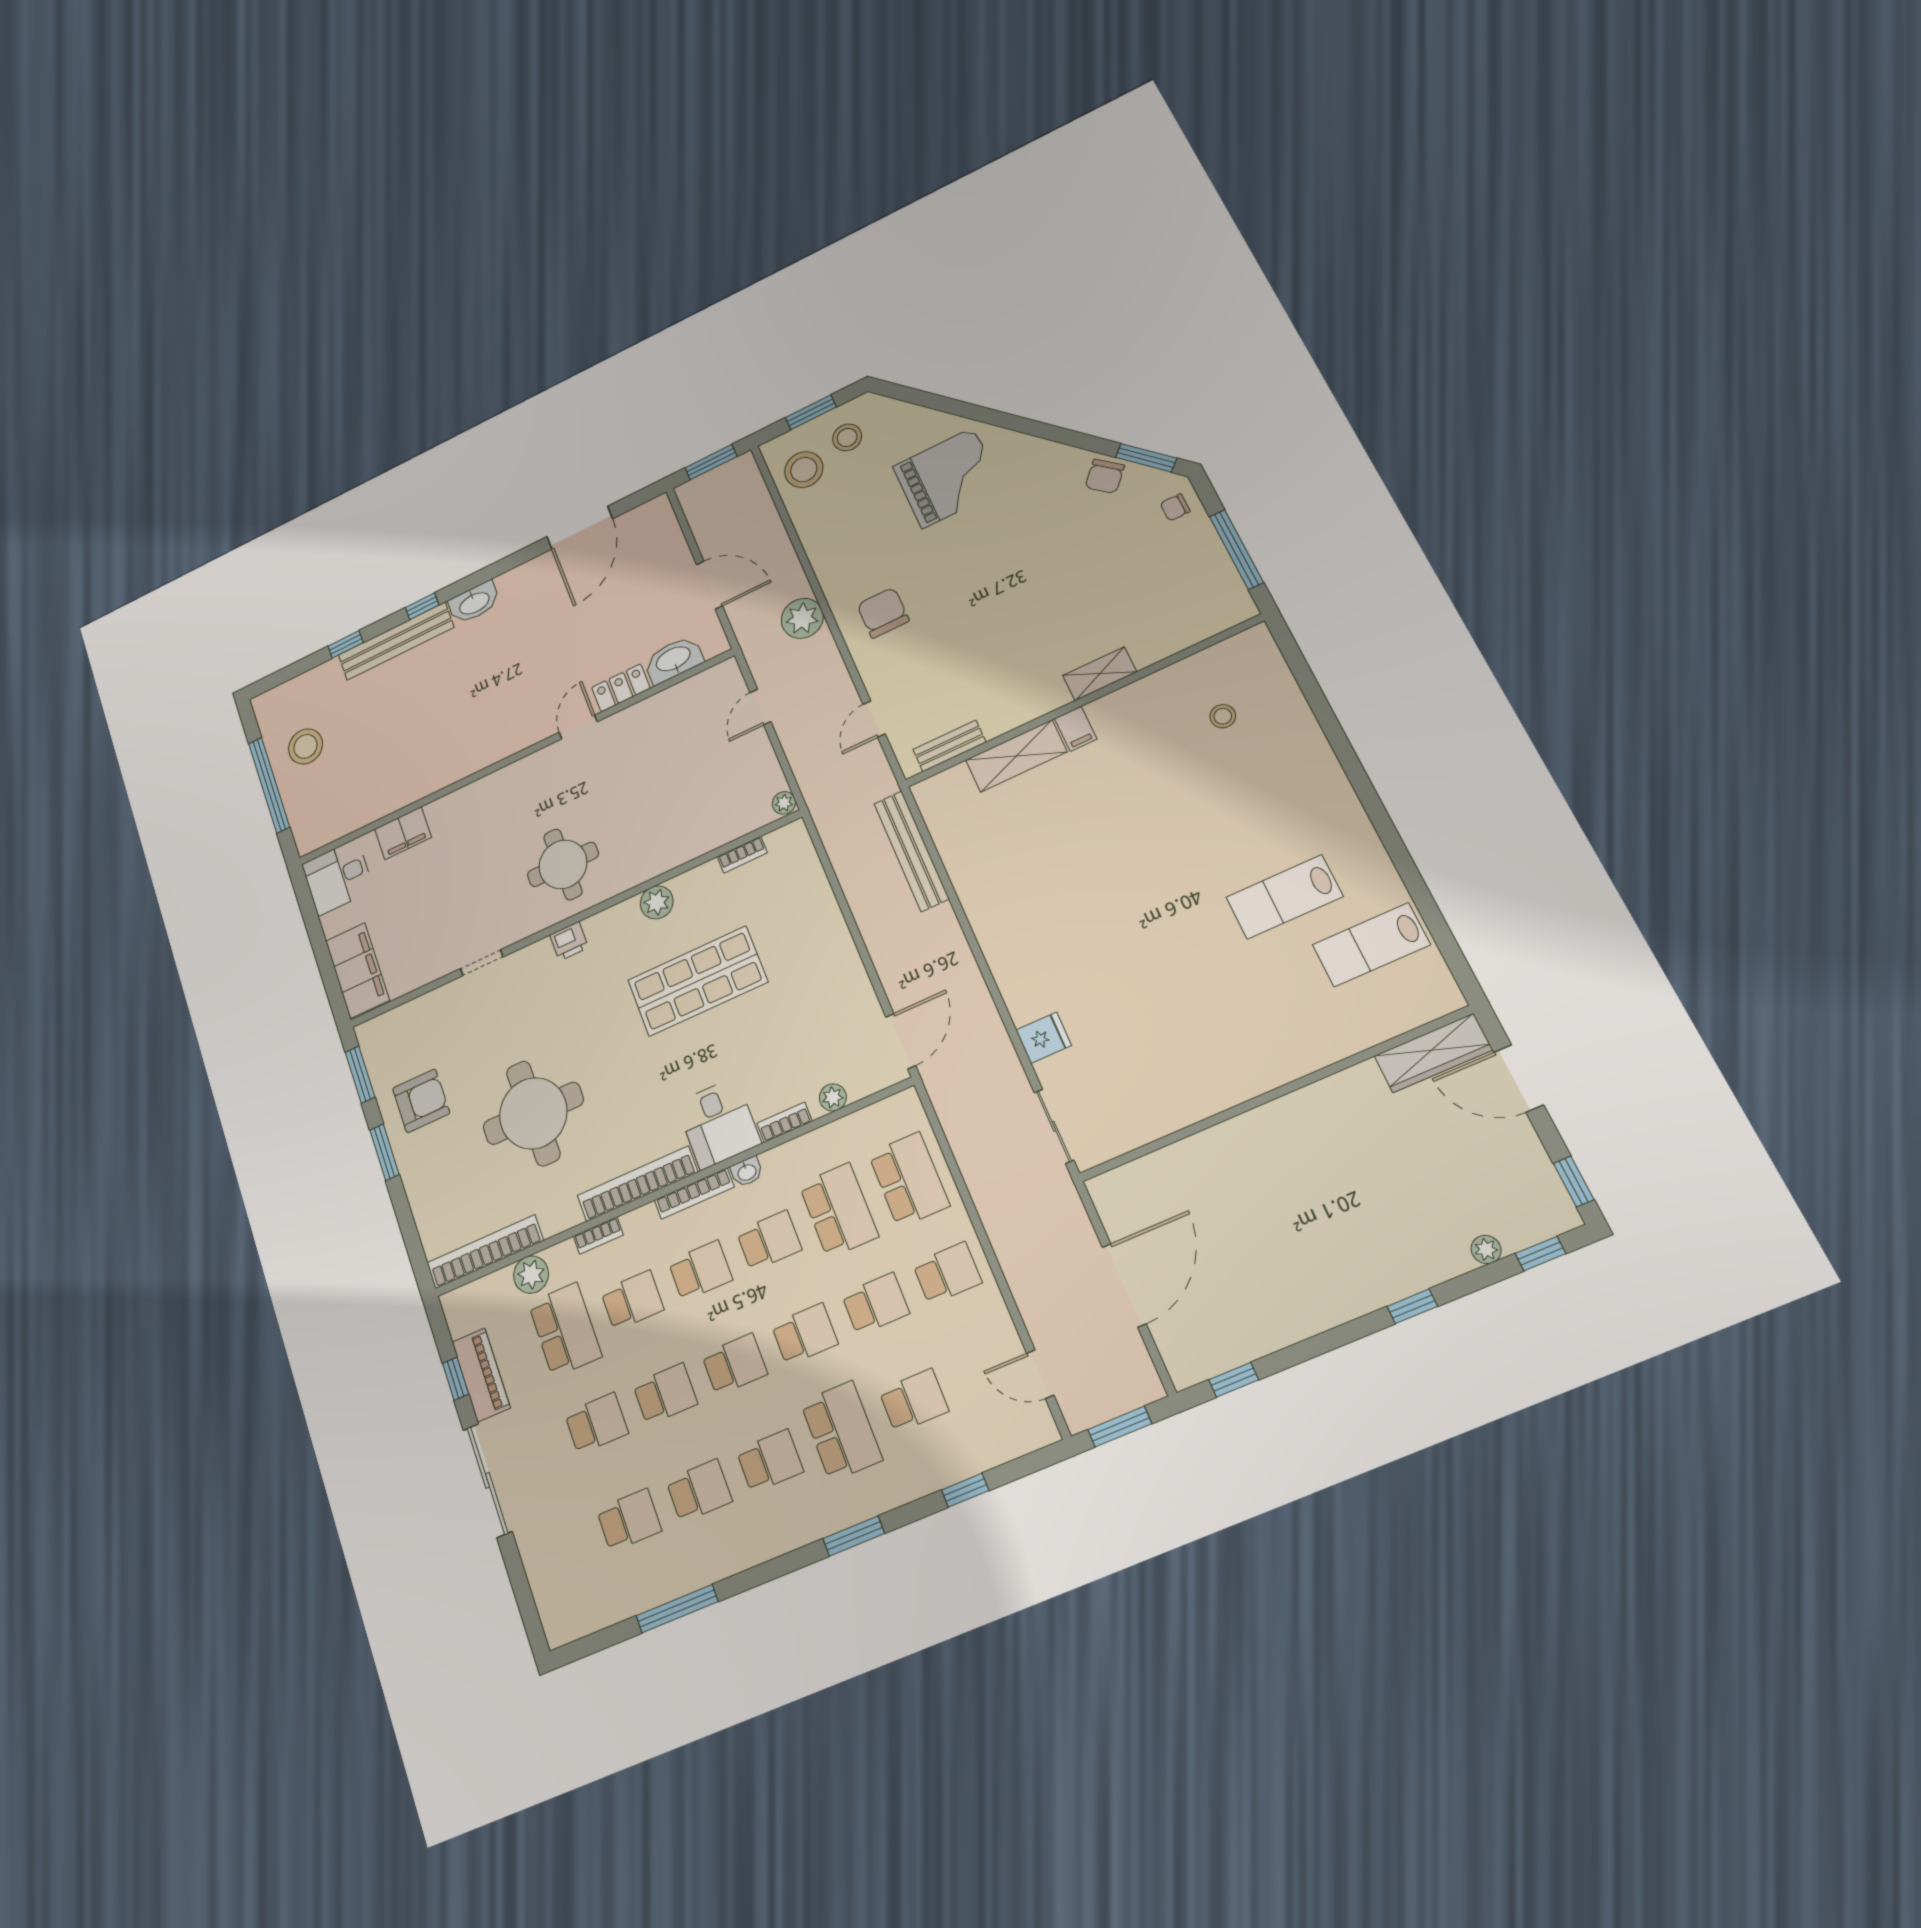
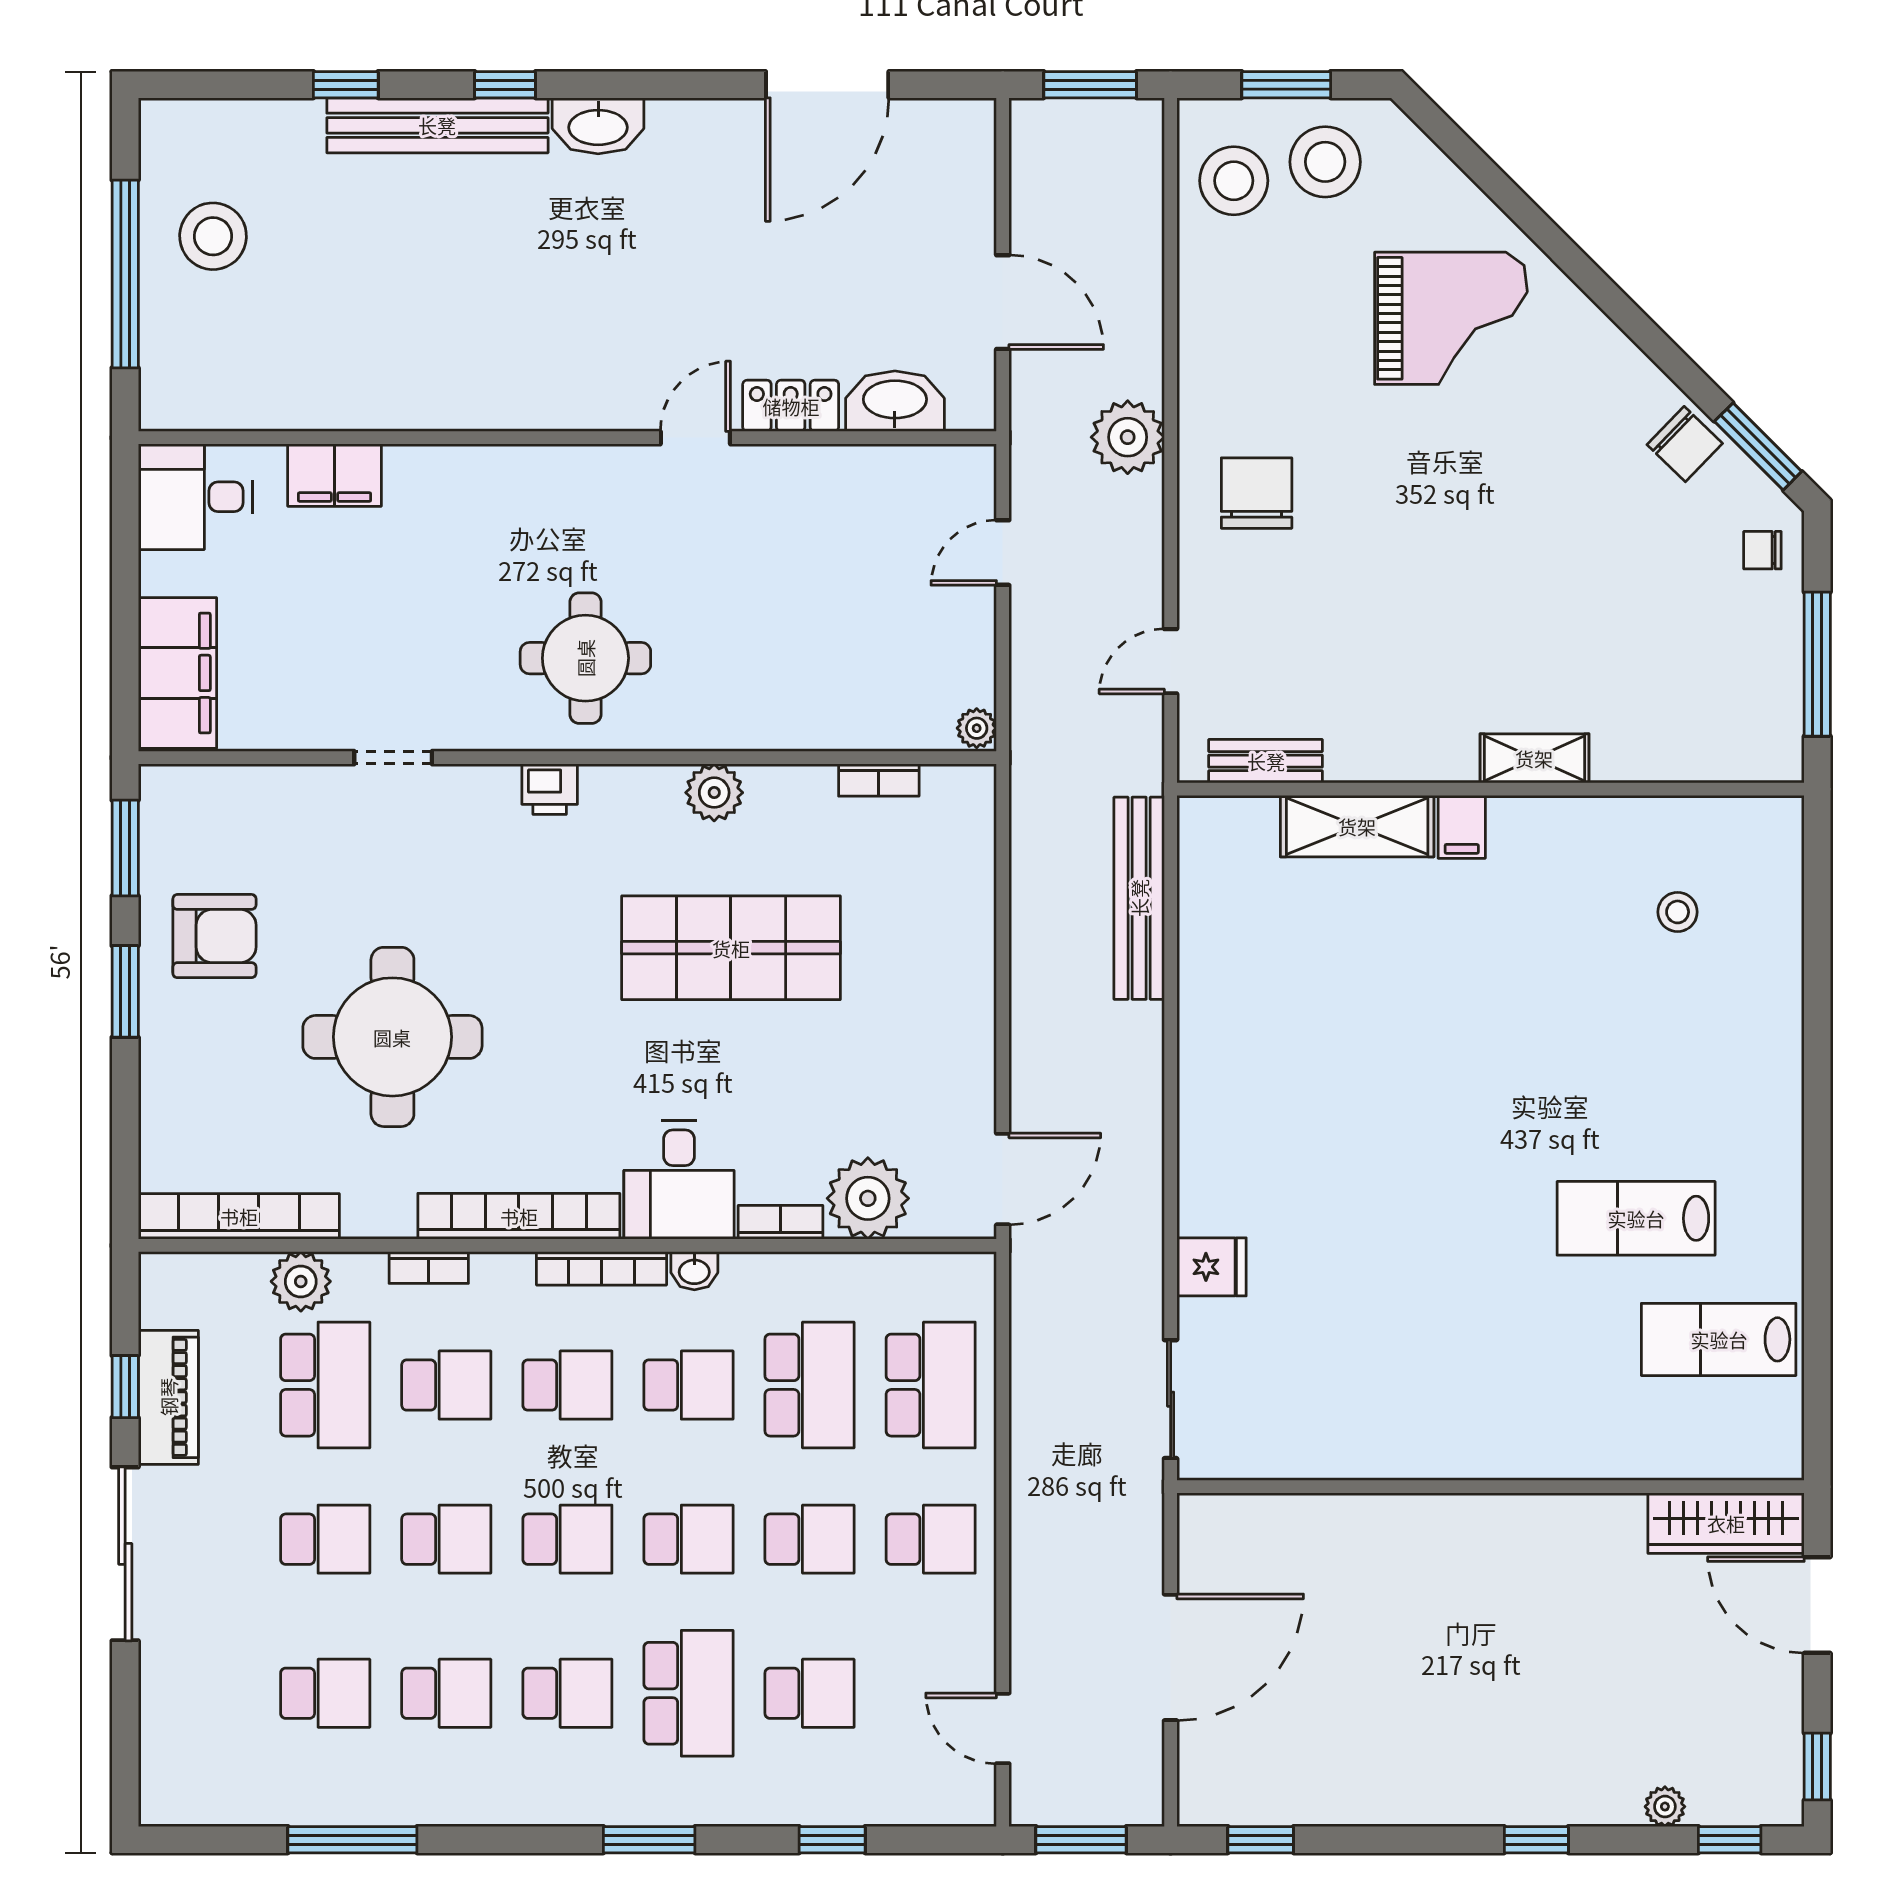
stool: (847, 437) -> (1325, 162), width x1.38, depth x1.38
chair: (1105, 476) -> (1685, 444), turned -87
plant: (833, 1097) -> (868, 1198), width x1.87, depth x1.87

